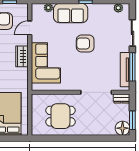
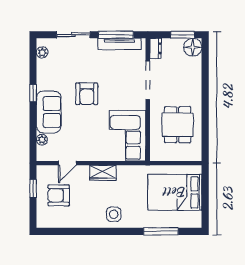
door: (30, 28) -> (67, 163), hinge flipped
corner sofa: (46, 63) -> (128, 136), moved, turned -90

